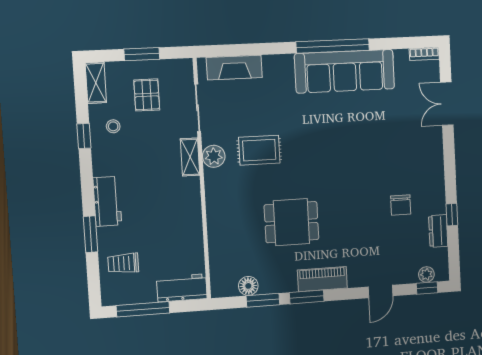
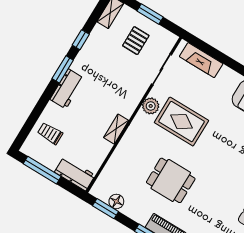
stool: (113, 126) -> (102, 46), removed
rug: (259, 150) -> (181, 122), width x1.36, depth x1.43
shelving: (190, 157) -> (116, 129), moved
window: (90, 234) -> (63, 69), moved
window: (263, 300) -> (106, 209), moved

